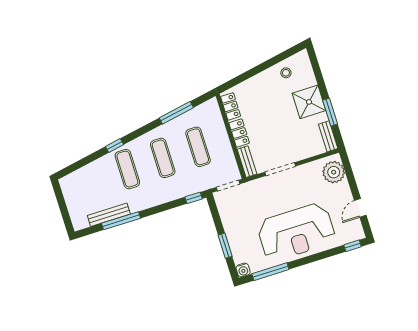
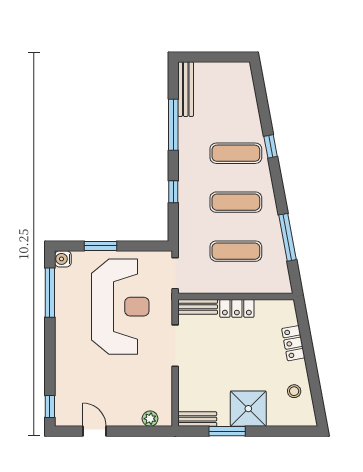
locker: (231, 106) -> (293, 343), moved, turned 80
plant: (334, 172) -> (150, 419), width x0.53, depth x0.53
window: (194, 198) -> (173, 192), moved
bench: (109, 215) -> (186, 89), moved
reception desk: (296, 232) -> (120, 307), moved, turned 180

